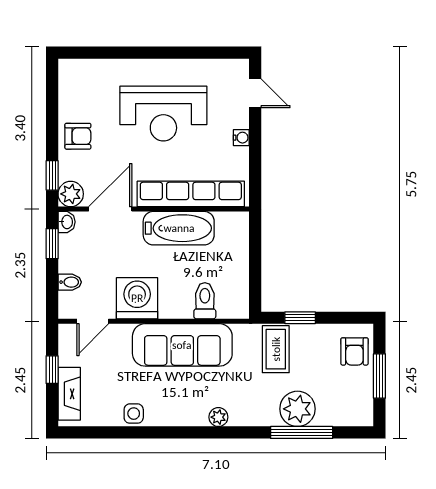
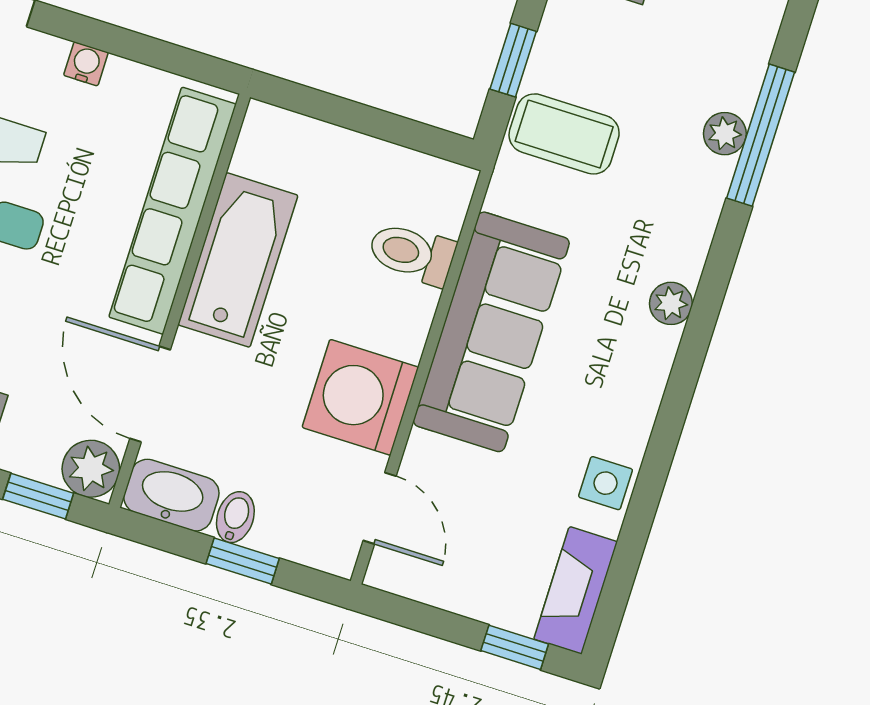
washbasin: (67, 222) -> (171, 495), width x1.91, depth x1.45
window: (52, 244) -> (243, 561), moved
bidet: (70, 282) -> (235, 517), moved
window: (52, 370) -> (515, 647), moved
fireplace: (69, 394) -> (576, 590), moved, turned -90
plant: (297, 409) -> (725, 134), width x0.53, depth x0.53

